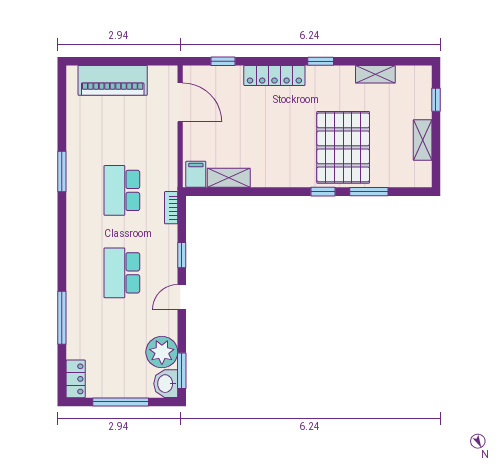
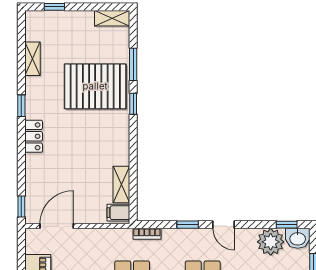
window: (223, 61) -> (21, 207), moved
locker: (274, 75) -> (34, 136), width x0.66
shelving: (423, 140) -> (112, 18), moved
window: (182, 371) -> (287, 225), width x0.67

